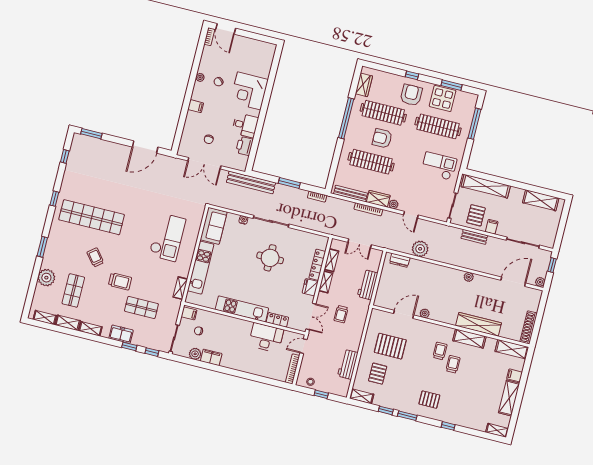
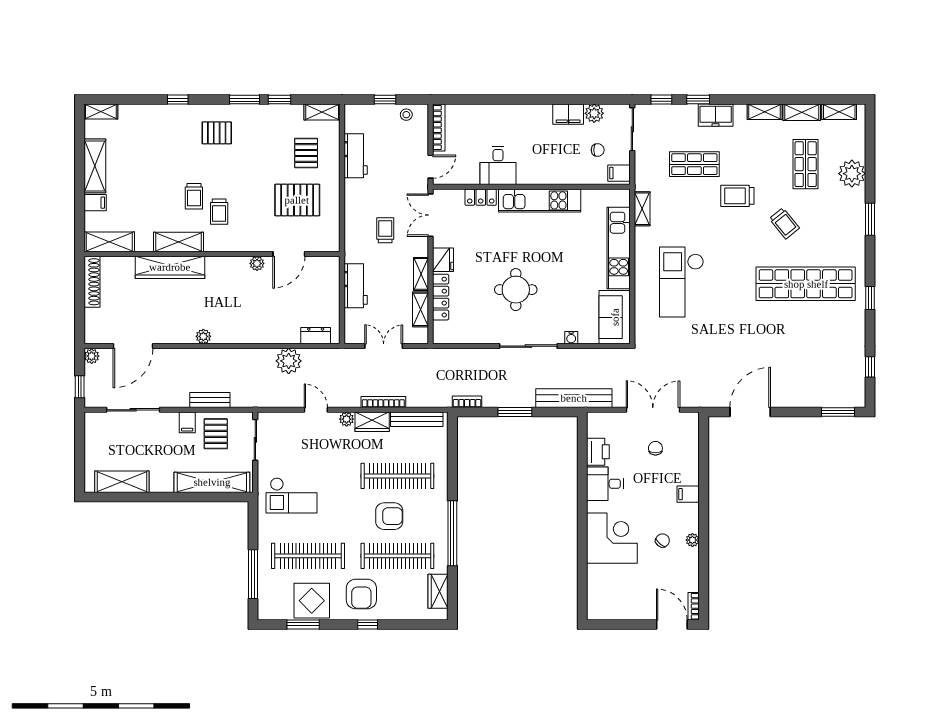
desk: (266, 338) -> (498, 165), width x0.73

